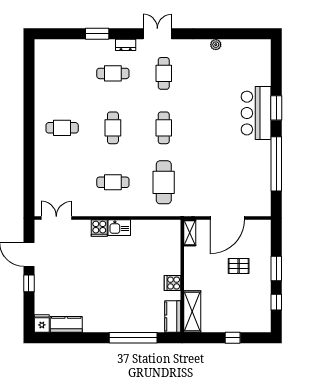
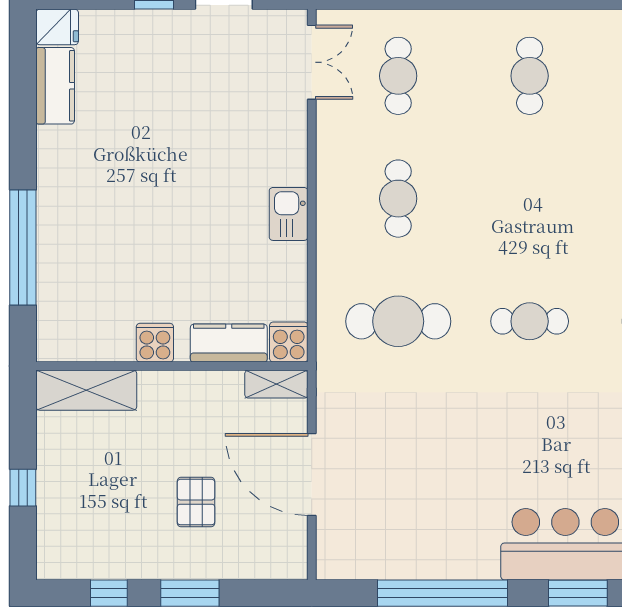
cafe table: (113, 128) -> (398, 76), moved, turned 90
cooker: (99, 228) -> (289, 342), moved, turned 90
kitchen counter: (173, 316) -> (229, 343), moved

